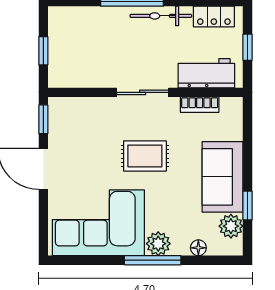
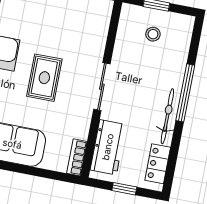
stool: (76, 48) -> (153, 34), added
bookcase: (200, 105) -> (77, 157), moved

